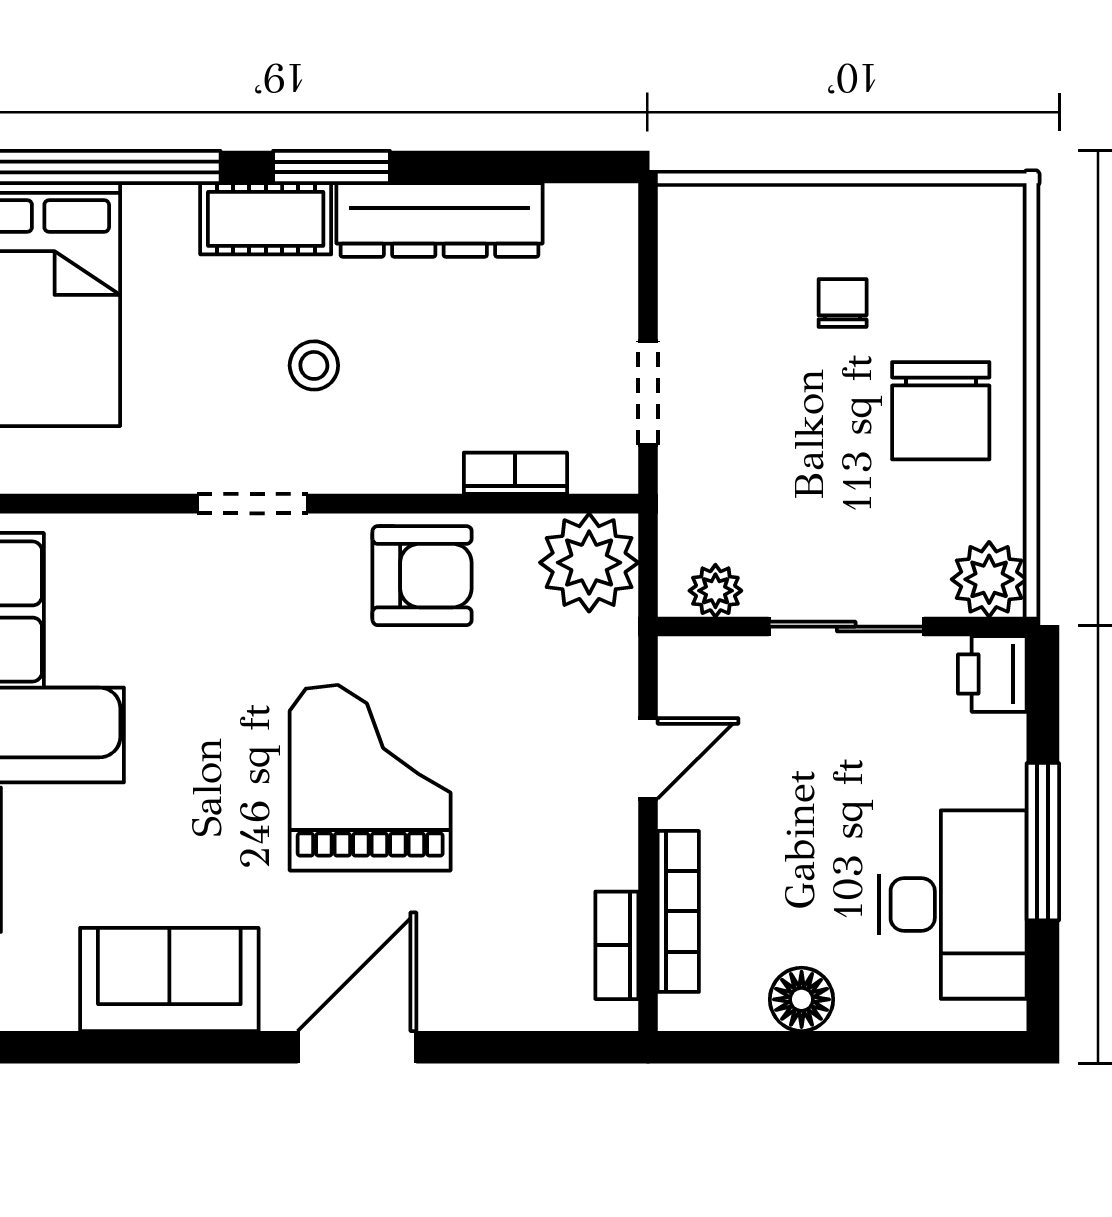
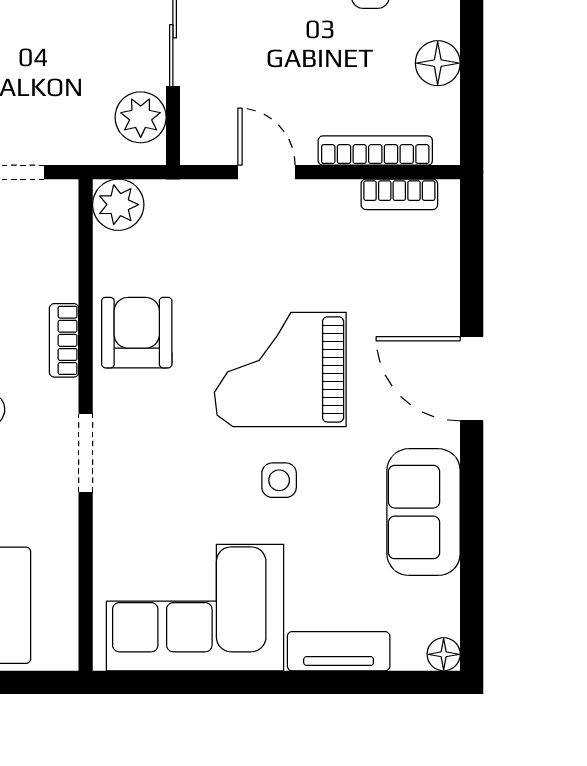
bookcase: (515, 473) -> (64, 340), moved
plant: (589, 563) -> (118, 205), width x0.73, depth x0.73
plant: (715, 591) -> (141, 117), width x1.38, depth x1.38
side table: (214, 776) -> (279, 480), added

